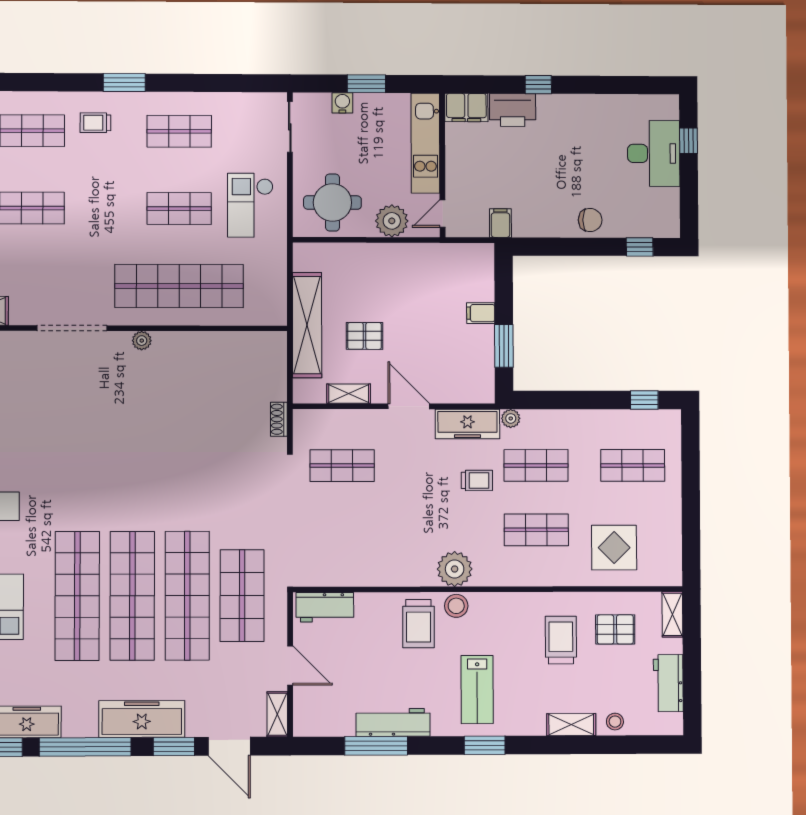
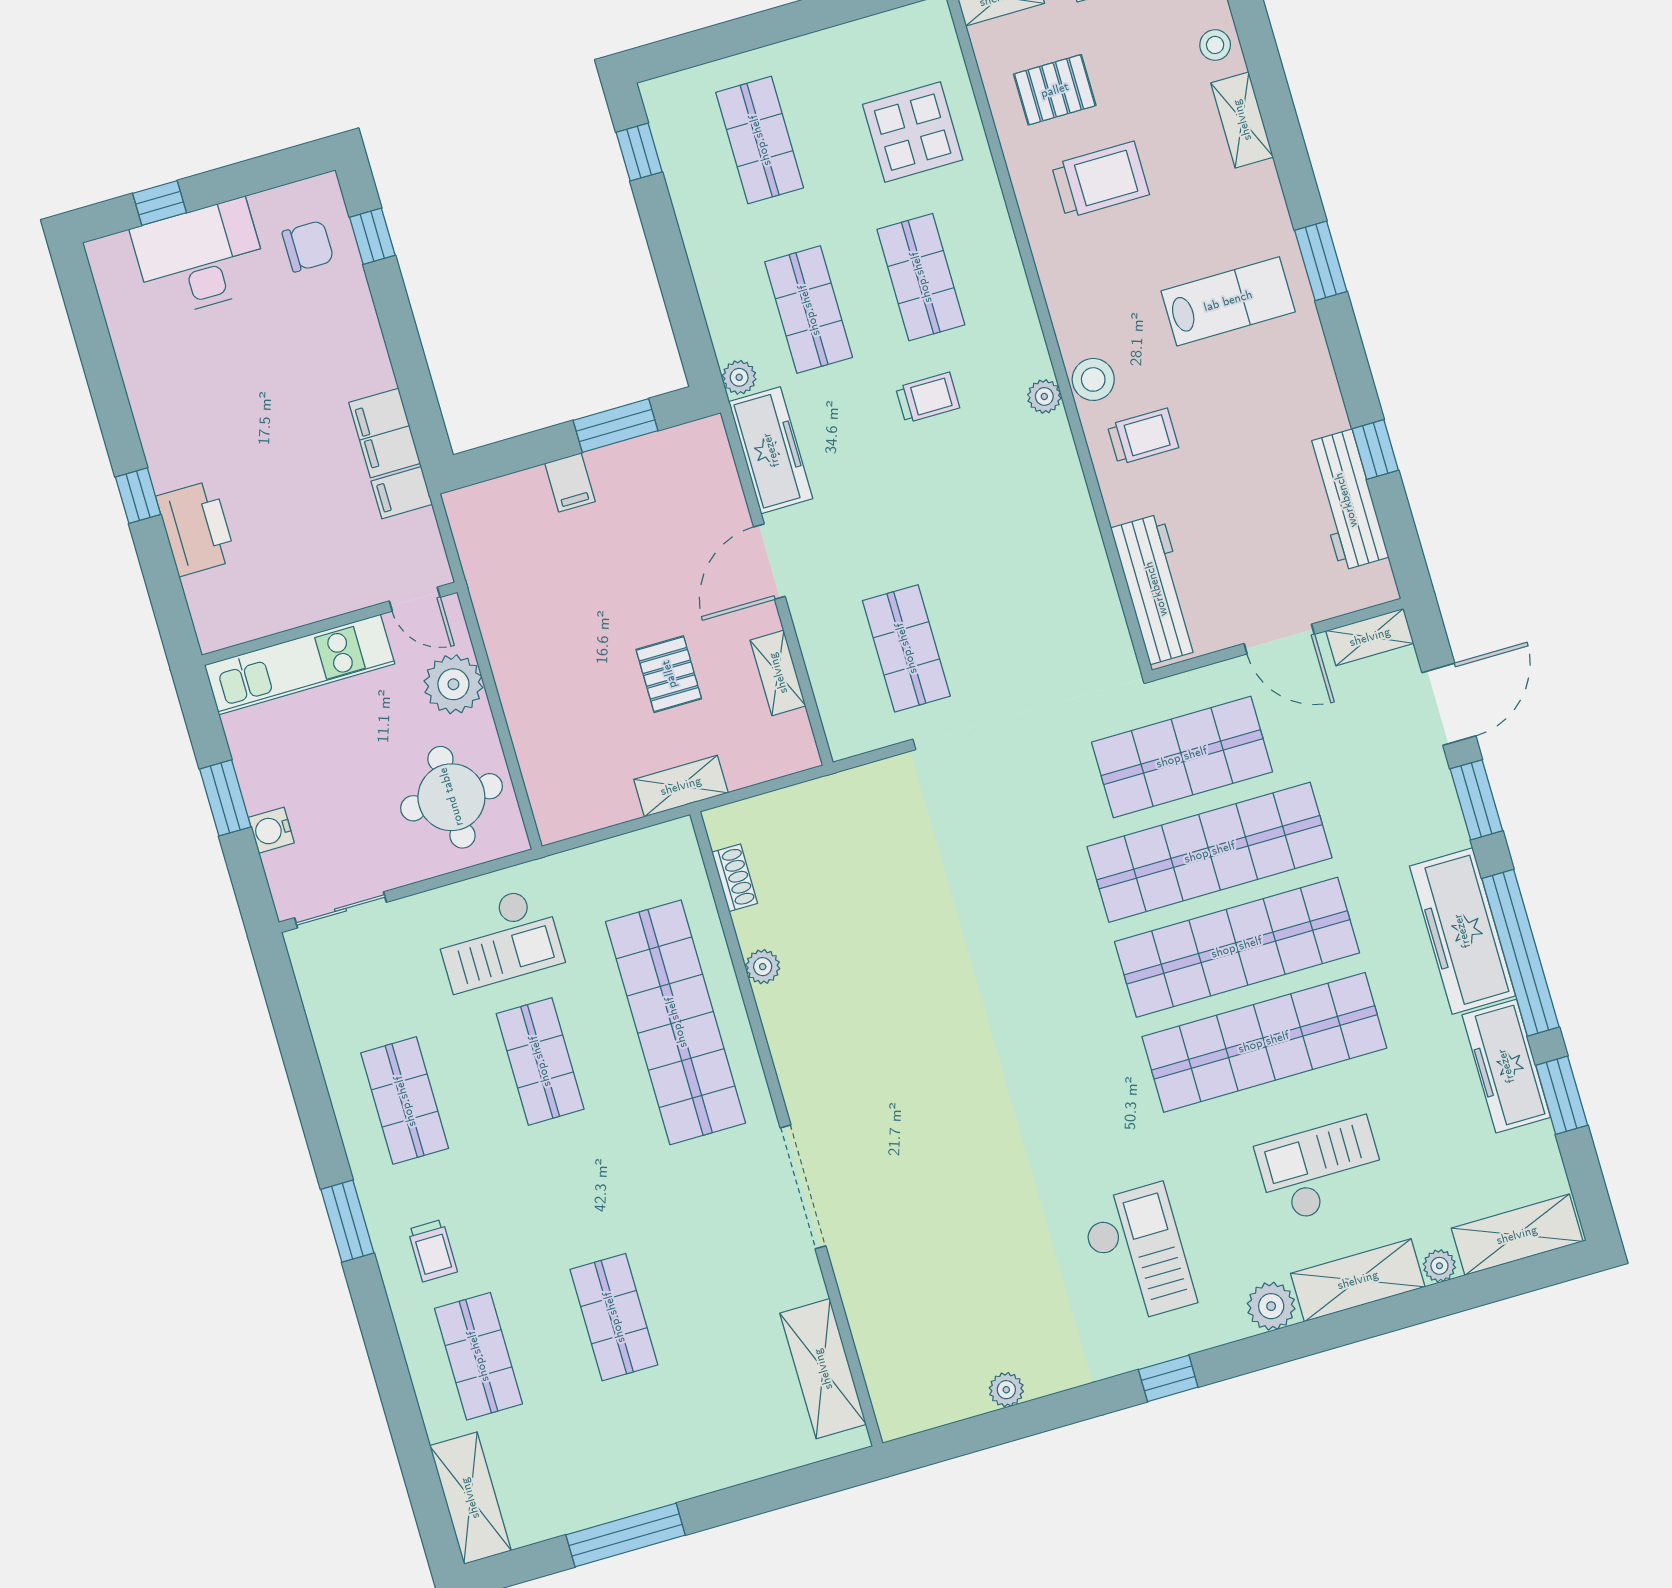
filing cabinet: (466, 108) -> (385, 433), moved, turned 180
chair: (590, 220) -> (308, 246), moved, turned 90
shelving: (307, 325) -> (681, 786), width x0.45, depth x0.75
plant: (142, 341) -> (763, 967), moved
shoe rack: (279, 419) -> (735, 878), moved, turned -90
trolley: (477, 480) -> (928, 398), moved, turned 90
plant: (455, 569) -> (1044, 396), width x0.53, depth x0.53
workbench: (325, 607) -> (1156, 589), width x1.38
trolley: (418, 624) -> (1143, 436), width x0.73, depth x0.72
pallet: (615, 629) -> (1055, 90), turned 90
trolley: (561, 640) -> (1100, 180), turned 180
door: (290, 666) -> (1279, 639), swing flipped
freezer: (142, 719) -> (1462, 931), moved
workbench: (393, 722) -> (1346, 500), moved
window: (376, 746) -> (1375, 450), width x0.46

